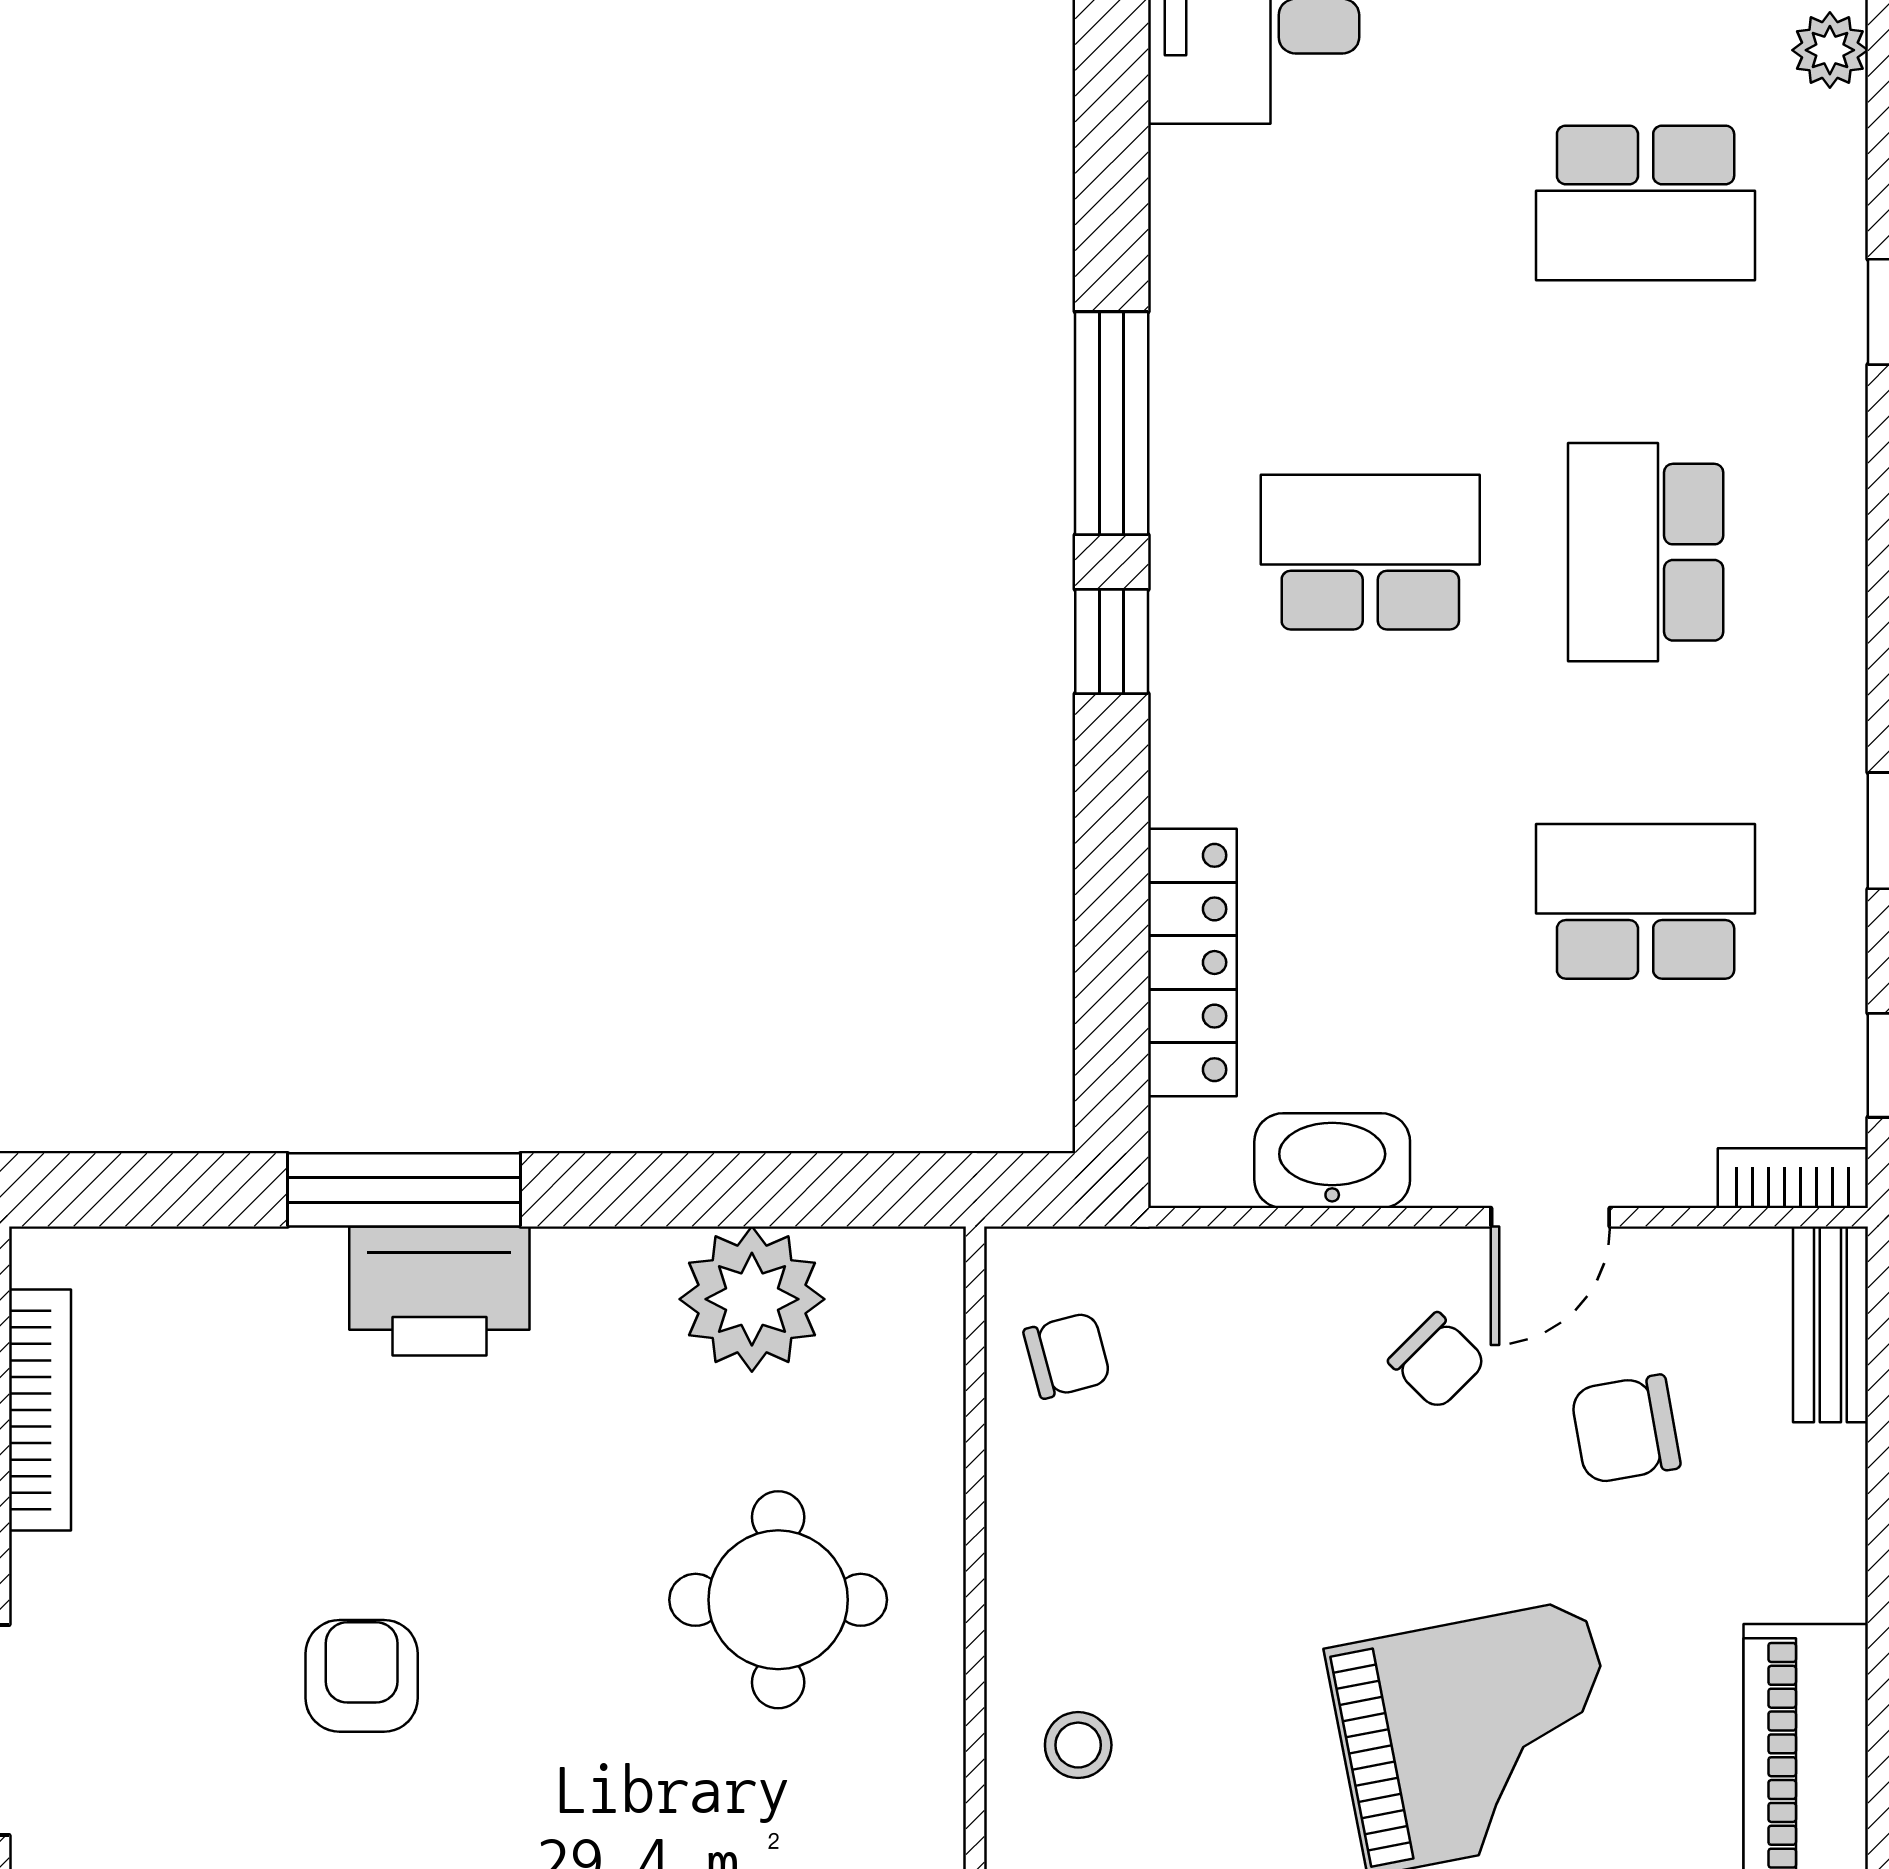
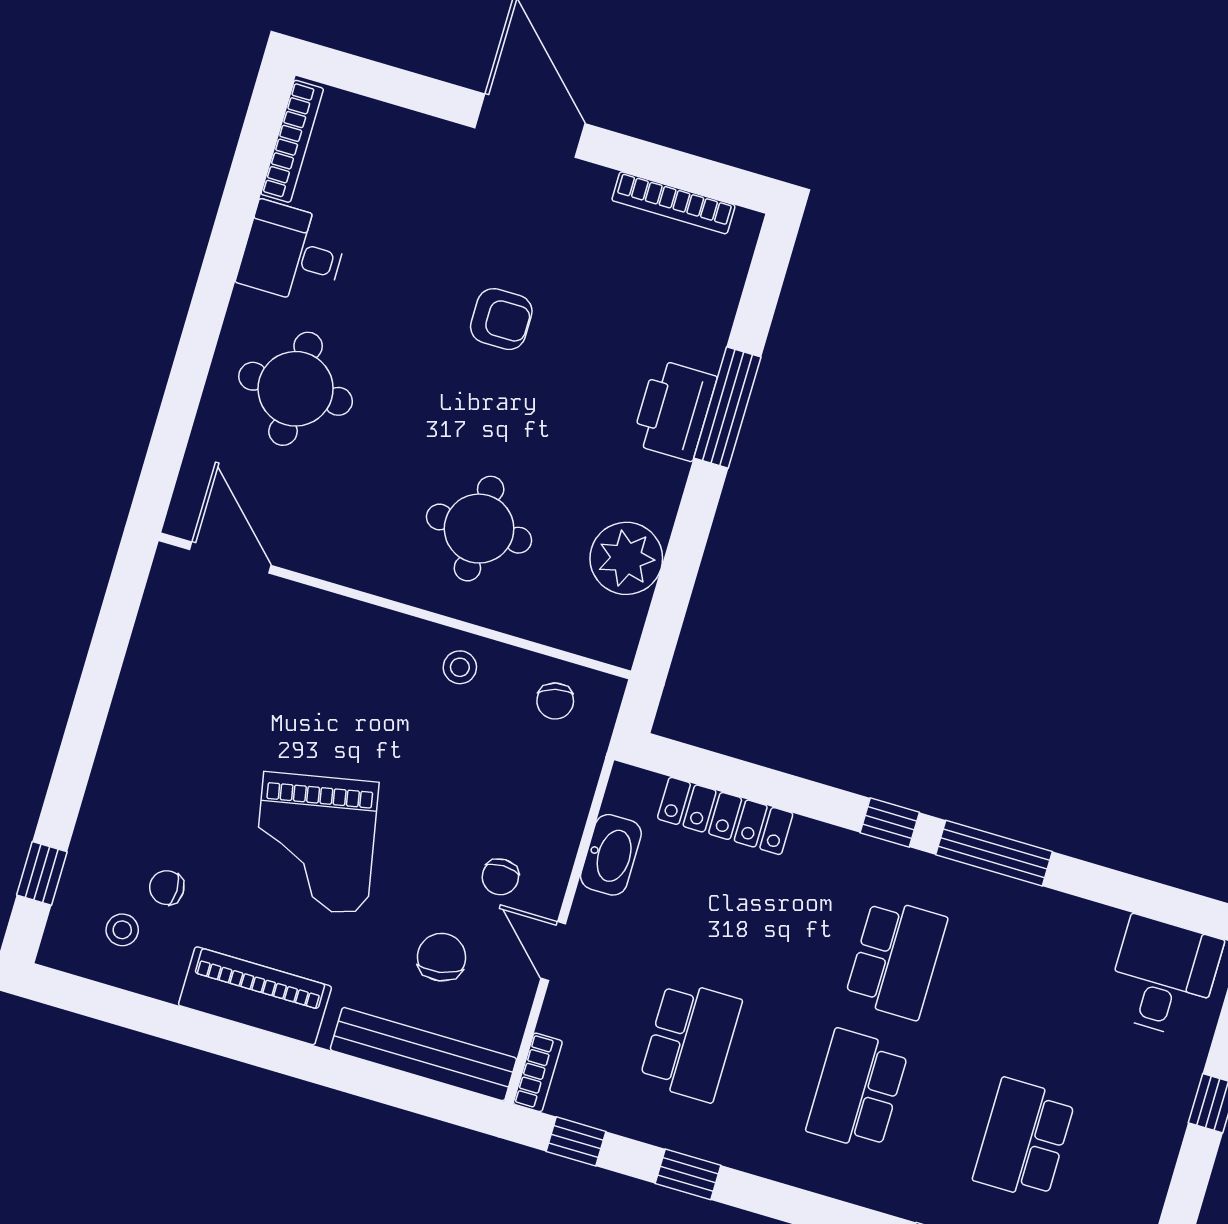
school desk: (1646, 552) -> (857, 1090), turned -90
bench: (1830, 1324) -> (423, 1054), width x1.86, depth x1.21
chair: (1437, 1361) -> (500, 877), turned -45
stool: (1078, 1745) -> (460, 667), moved

